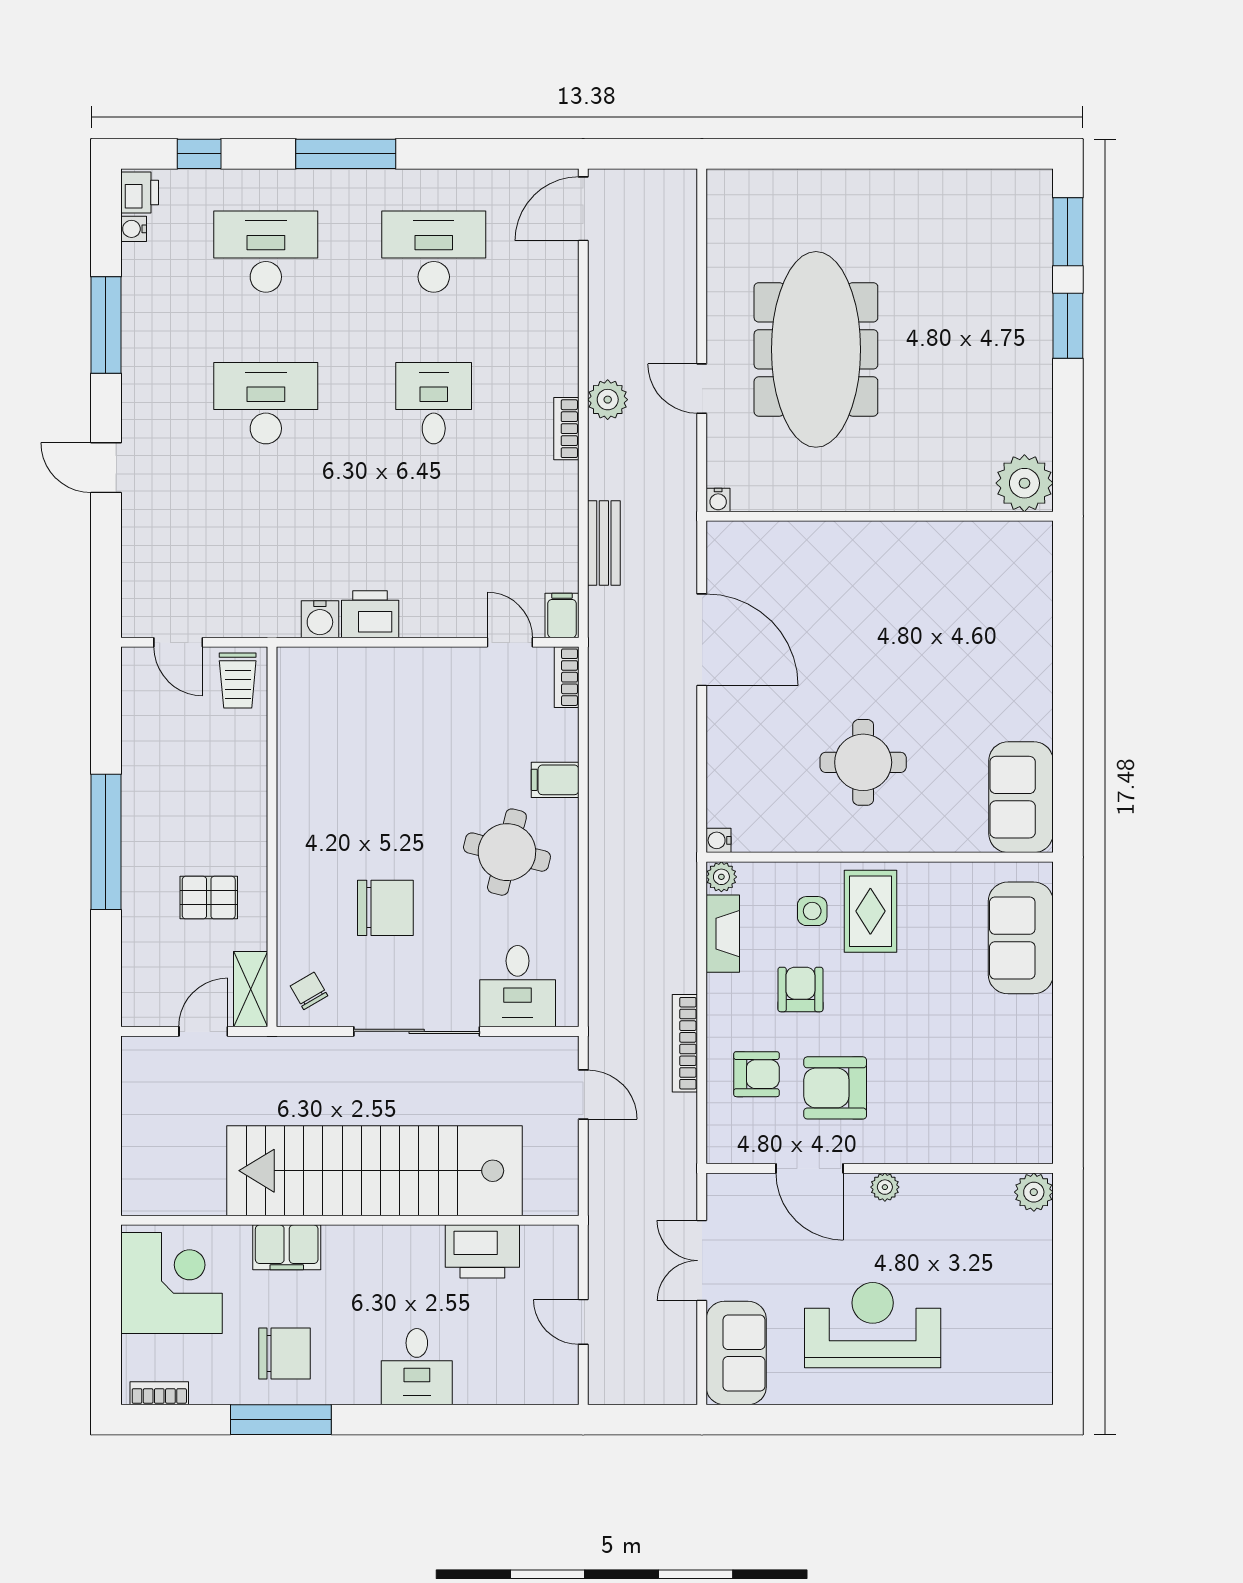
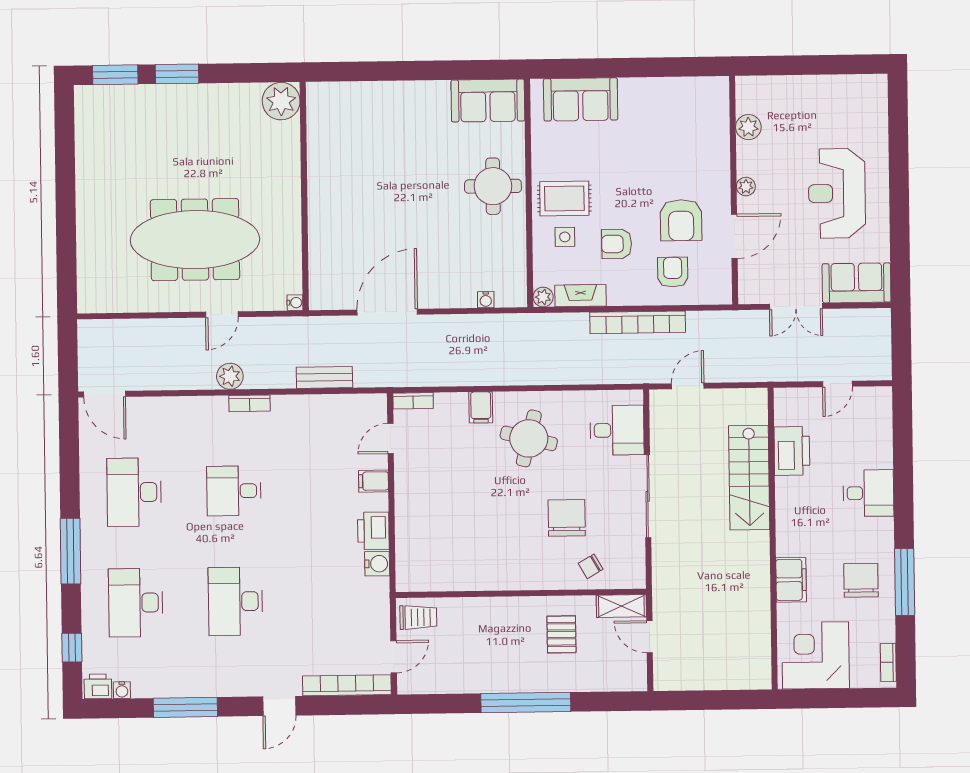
bookcase: (136, 571) -> (347, 685), added
filing cabinet: (562, 615) -> (374, 481), moved
round table: (863, 762) -> (493, 186), moved
water cooler: (719, 840) -> (486, 300), moved
chair: (309, 991) -> (591, 566), moved
bookcase: (685, 1043) -> (638, 322), width x1.48, depth x1.31
stairs: (375, 1171) -> (749, 478), width x0.54, depth x0.66
plant: (1034, 1192) -> (748, 127), moved

